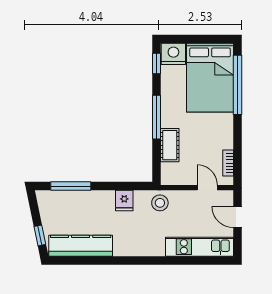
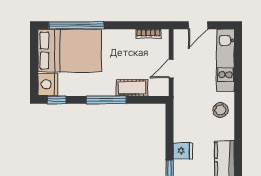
door: (207, 188) -> (171, 69), moved
fridge: (124, 201) -> (183, 151), moved
stool: (160, 203) -> (220, 110), moved

